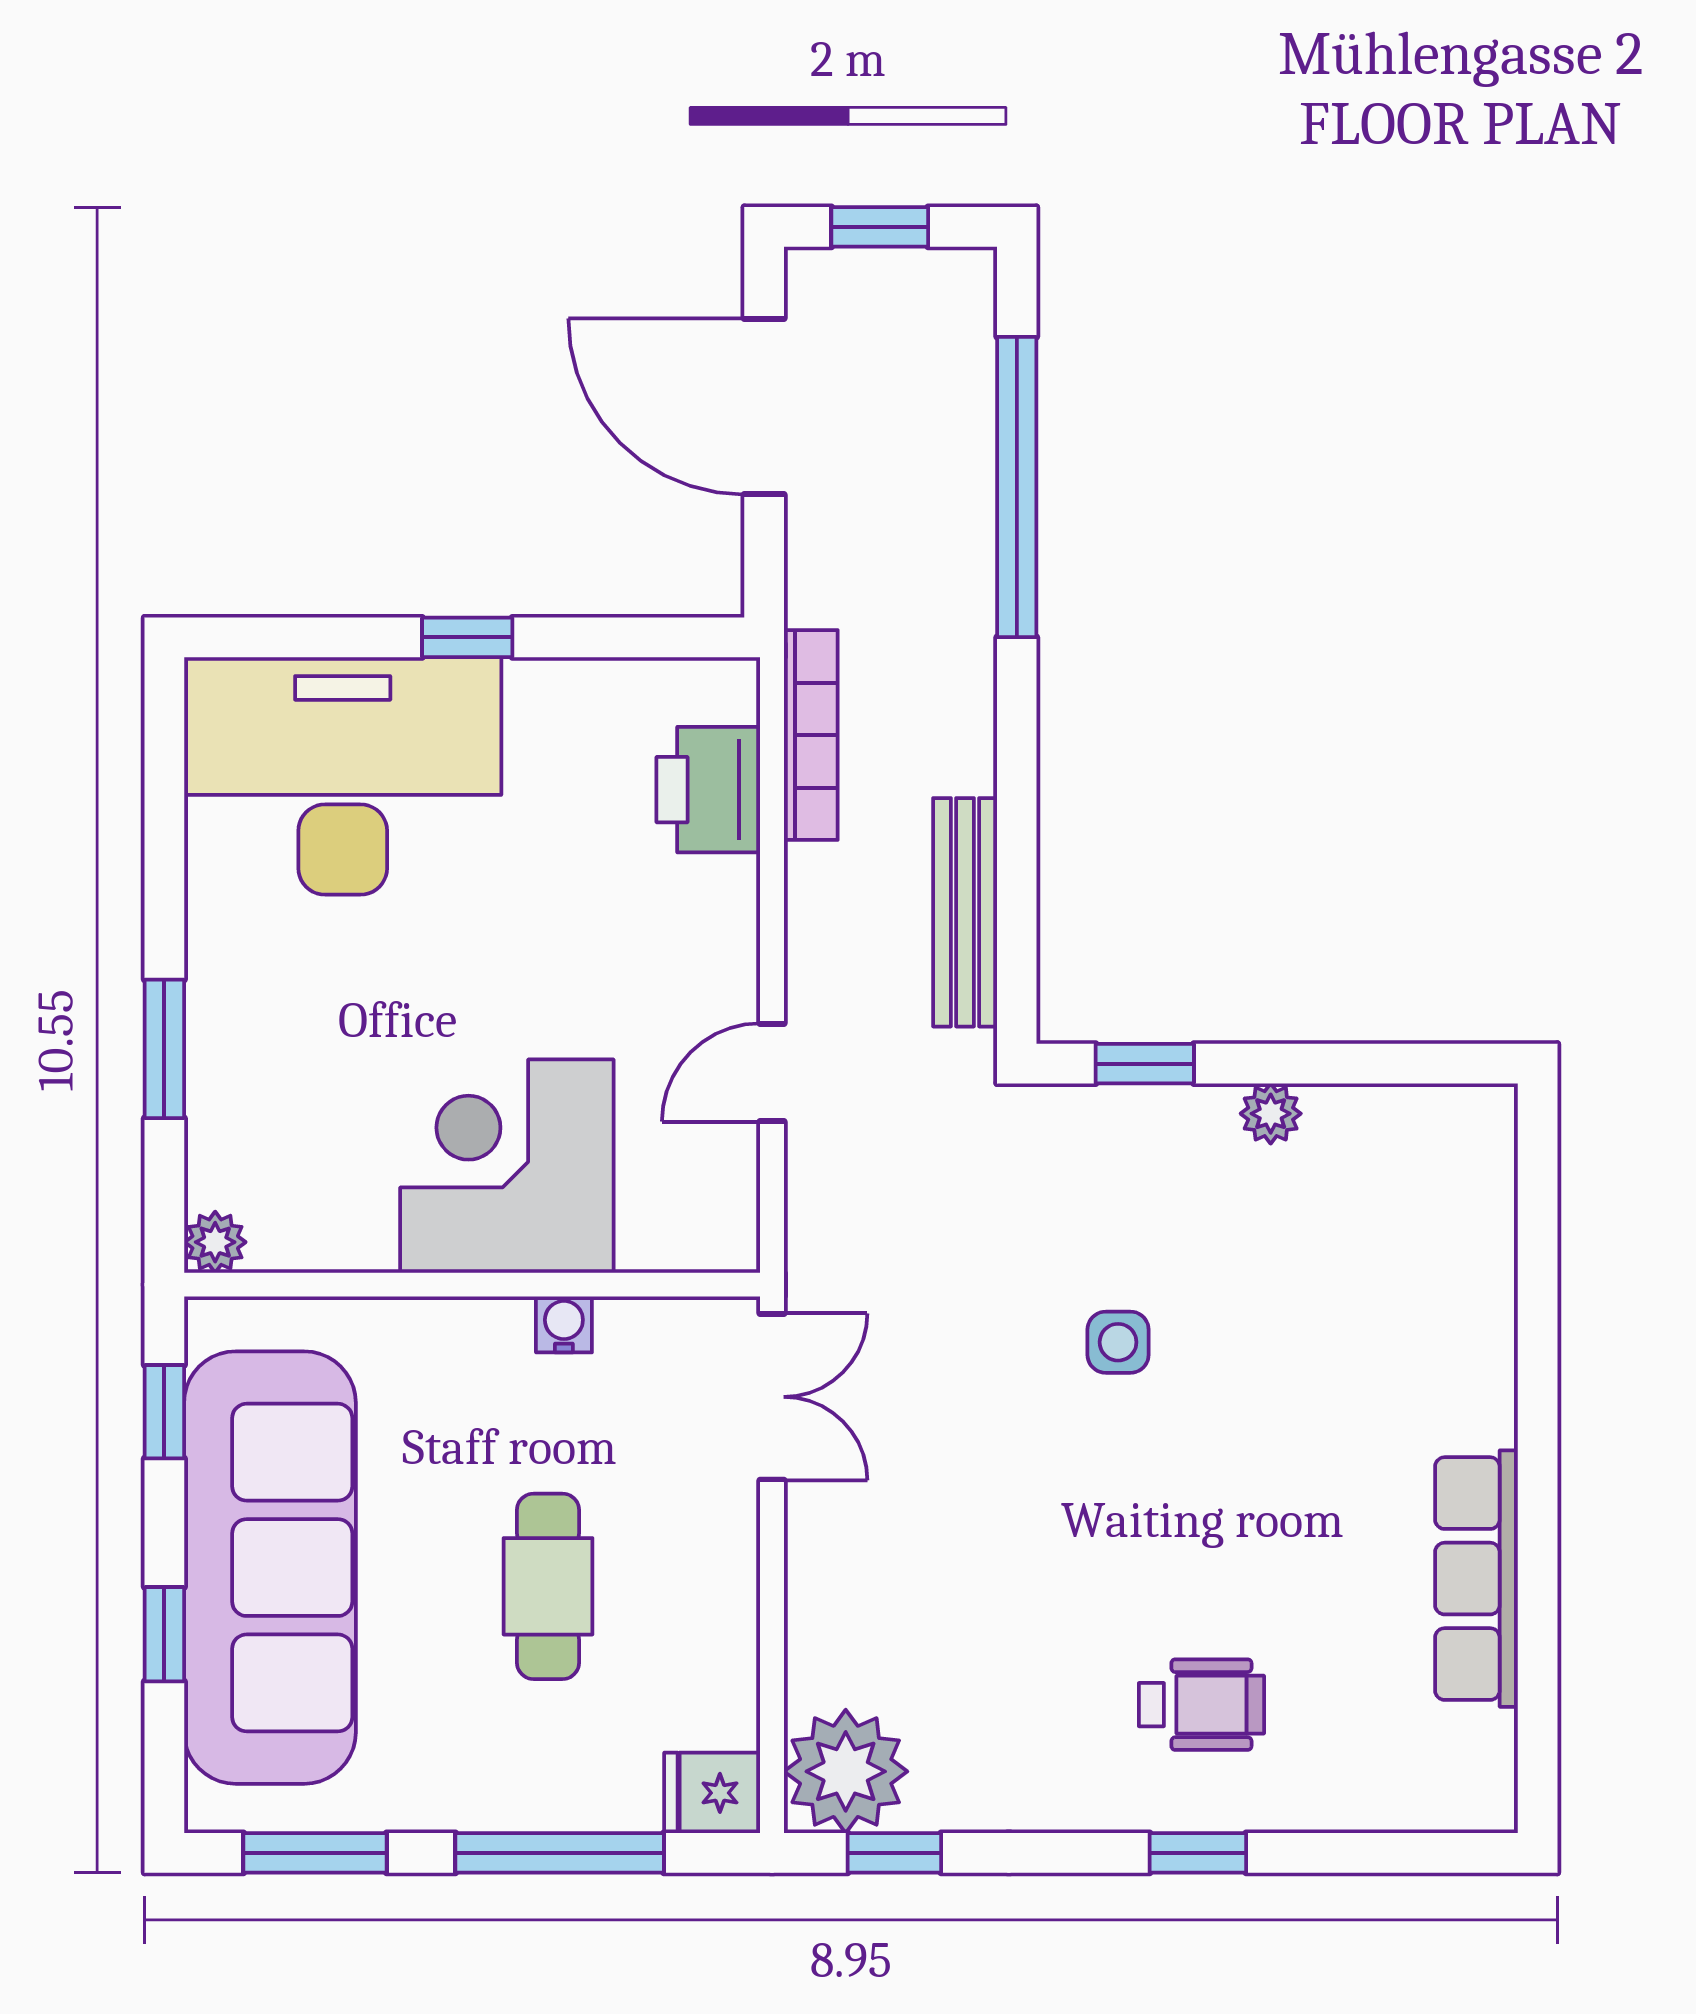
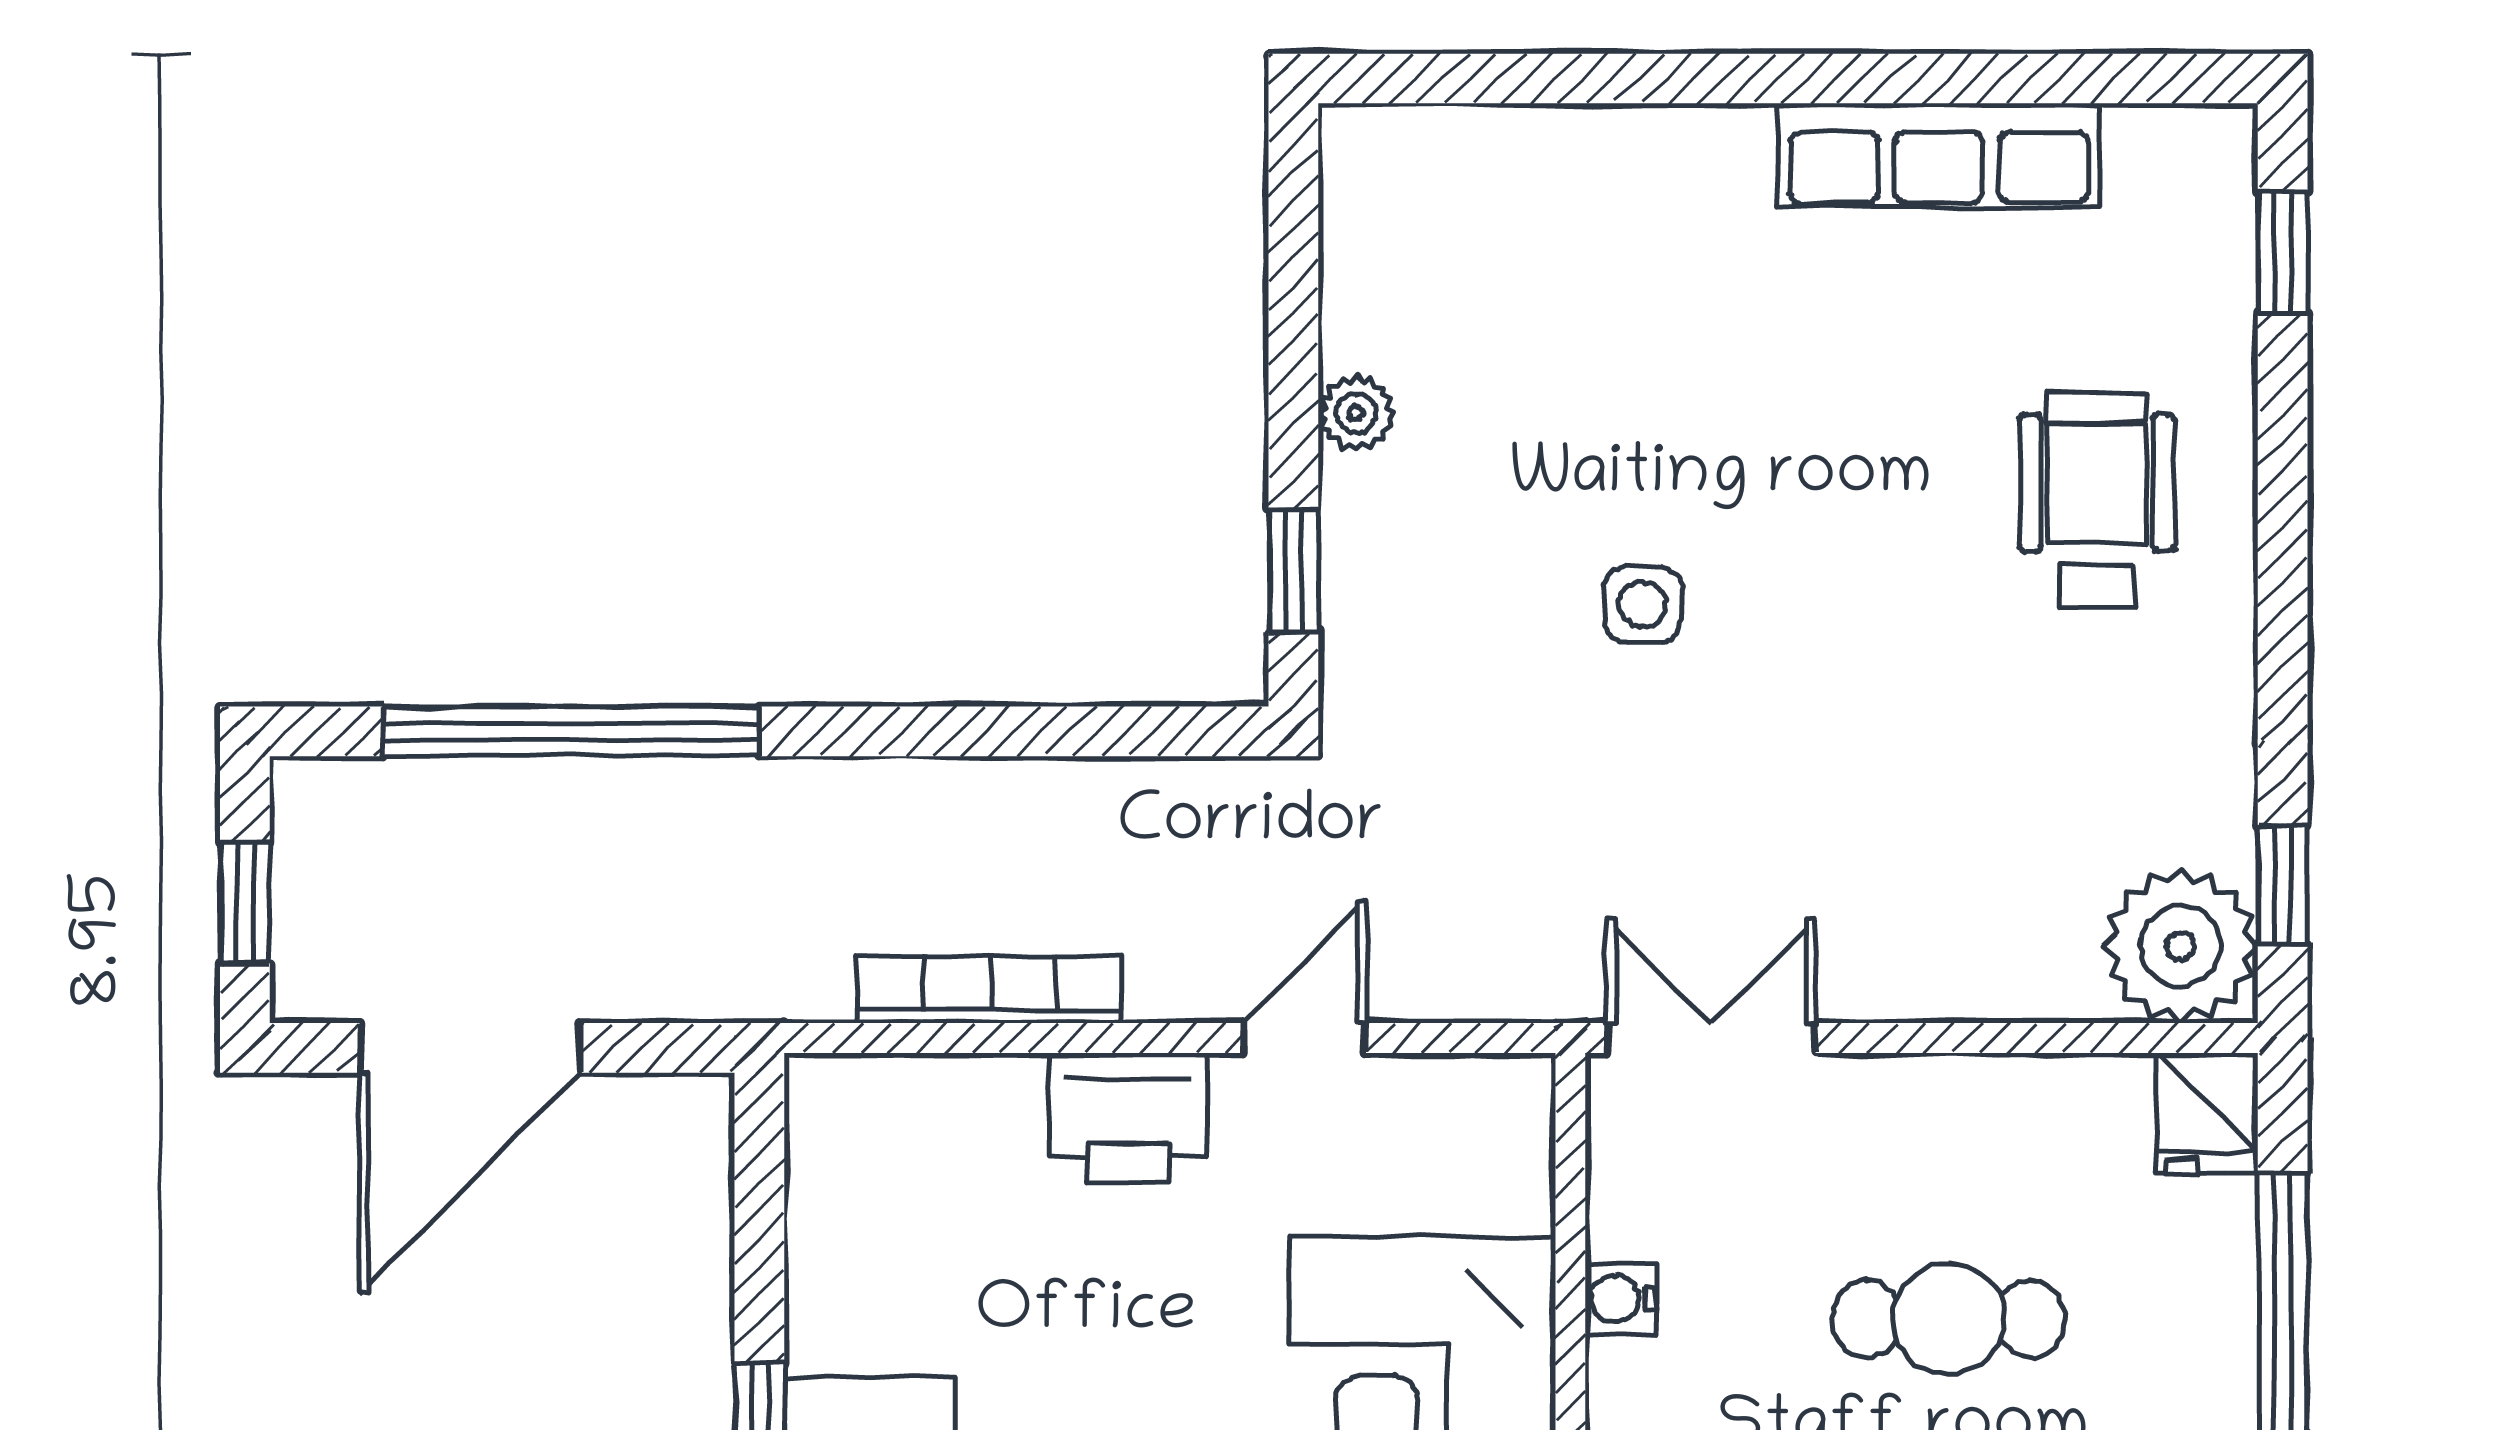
bookcase: (811, 735) -> (990, 989), moved
printer: (708, 790) -> (1129, 1118), moved
bench: (965, 912) -> (1104, 796), removed
door: (772, 1072) -> (1305, 1038), swing flipped
wheelchair: (1201, 1705) -> (2097, 500), width x1.36, depth x1.37
window: (1198, 1853) -> (2283, 253), moved

